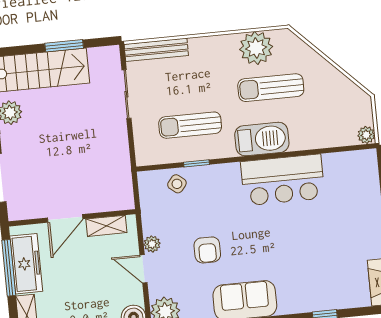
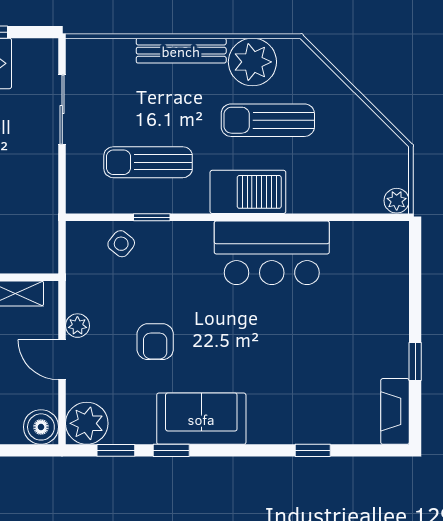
bench: (156, 50) -> (181, 51), moved

